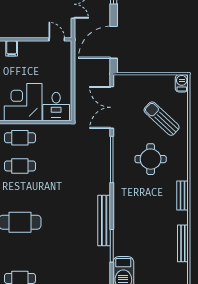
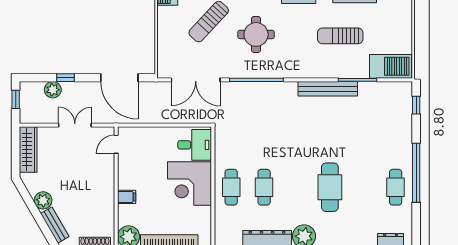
sun lounger: (149, 231) -> (340, 36), added

